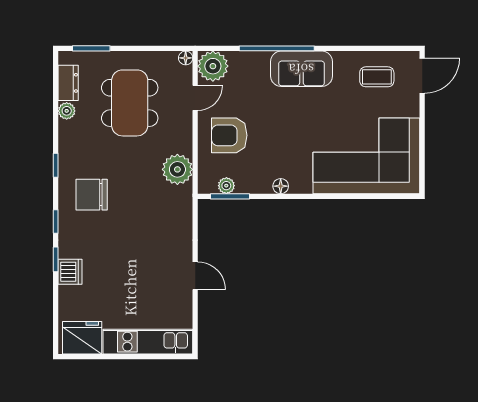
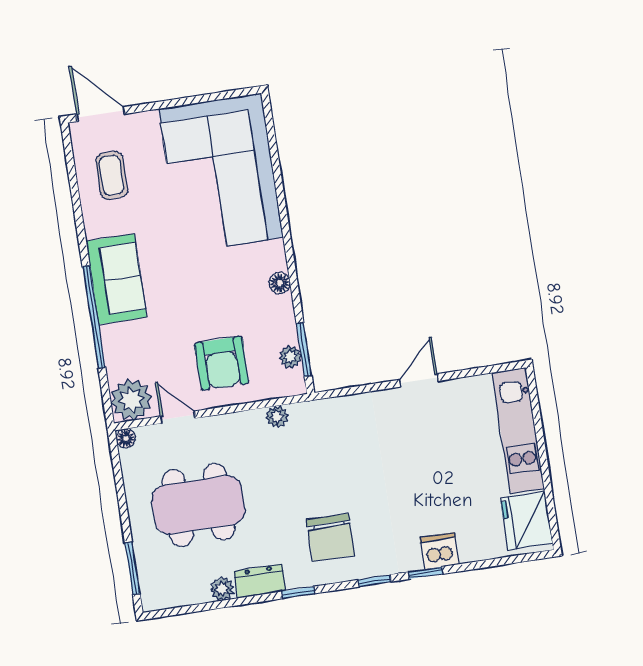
dresser: (68, 83) -> (260, 581), moved
plant: (177, 169) -> (277, 417), width x0.53, depth x0.53

